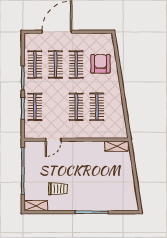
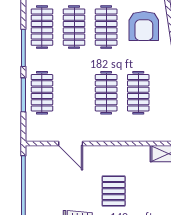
armchair: (100, 64) -> (144, 26), turned 180
door: (53, 140) -> (71, 143), hinge flipped
pallet: (81, 170) -> (114, 191), added

